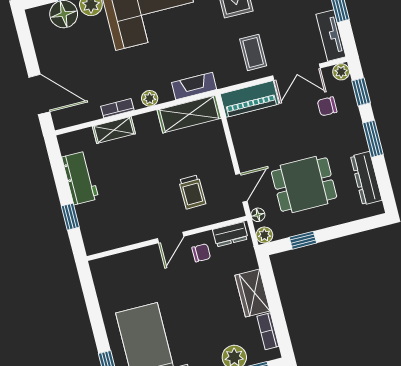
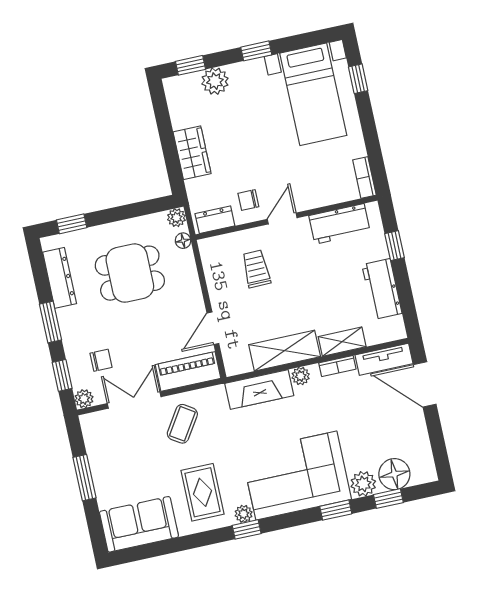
tv unit: (331, 36) -> (384, 359), moved, turned 90
coffee table: (253, 52) -> (182, 424), turned 33
fireplace: (194, 86) -> (259, 389), width x1.37, depth x1.32
shelving: (189, 114) -> (285, 351), moved
door: (241, 188) -> (213, 328), moved
workbench: (120, 234) -> (339, 224), added
window: (303, 240) -> (72, 224), moved
bookcase: (268, 331) -> (364, 177), moved, turned 180

